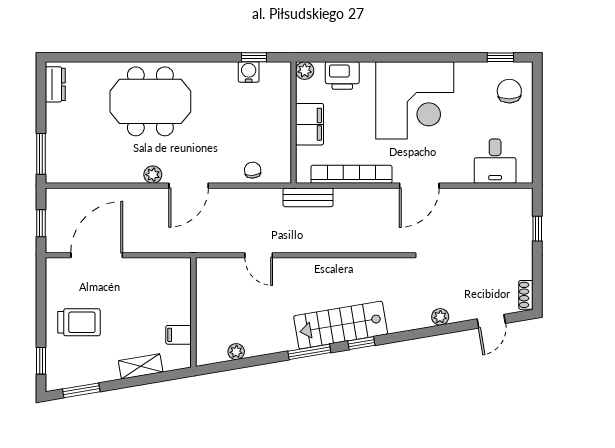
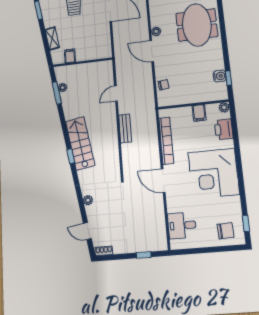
filing cabinet: (310, 124) -> (199, 113), width x0.50
bench: (308, 197) -> (125, 128), moved
window: (309, 352) -> (57, 93), moved

